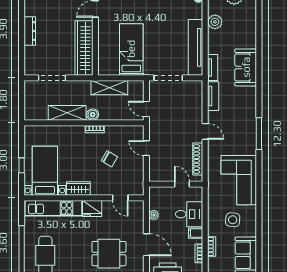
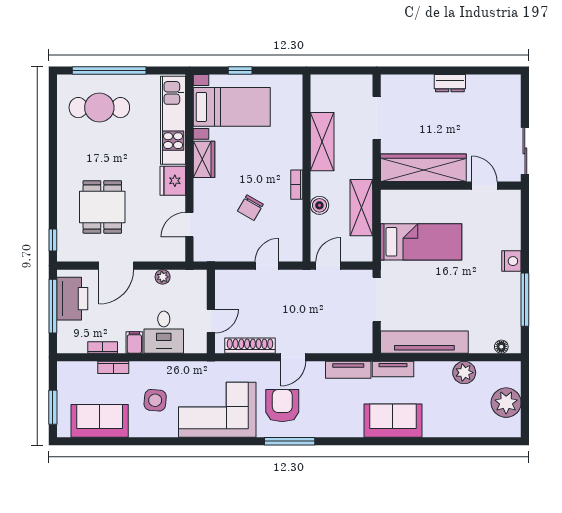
dresser: (30, 31) -> (450, 83), width x0.70
boiler: (93, 115) -> (319, 205), moved
armchair: (236, 138) -> (282, 406), added

